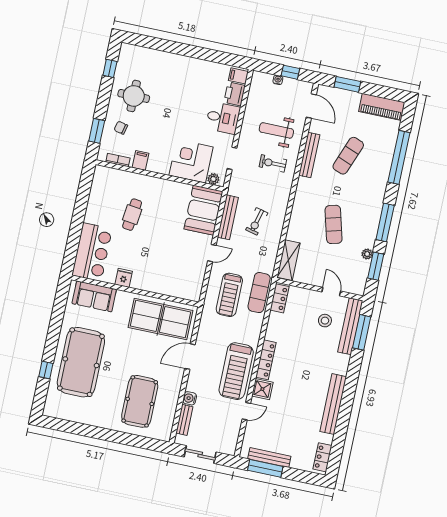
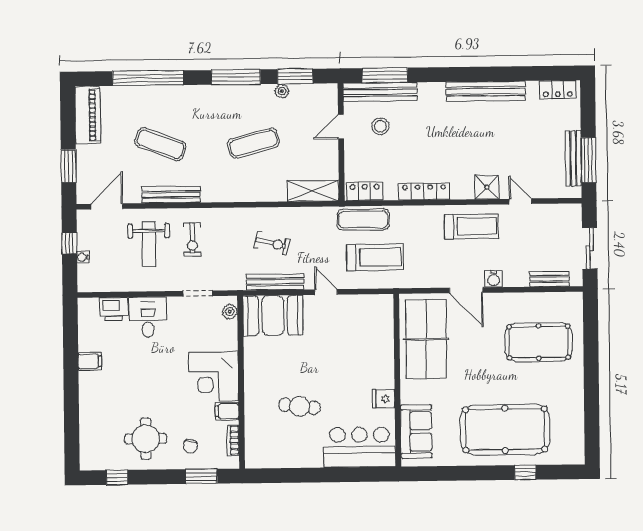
filing cabinet: (238, 76) -> (90, 361), moved, turned -90
corner desk: (191, 161) -> (214, 376), moved
locker: (266, 360) -> (424, 191), moved
treadmill: (236, 371) -> (471, 226), width x0.73, depth x0.73
water cooler: (190, 398) -> (494, 279), moved

